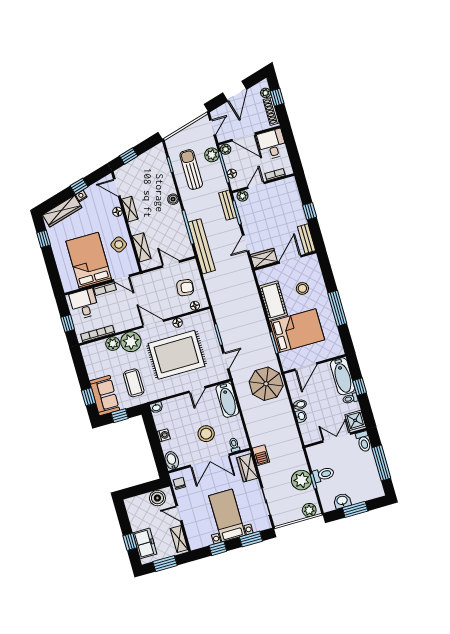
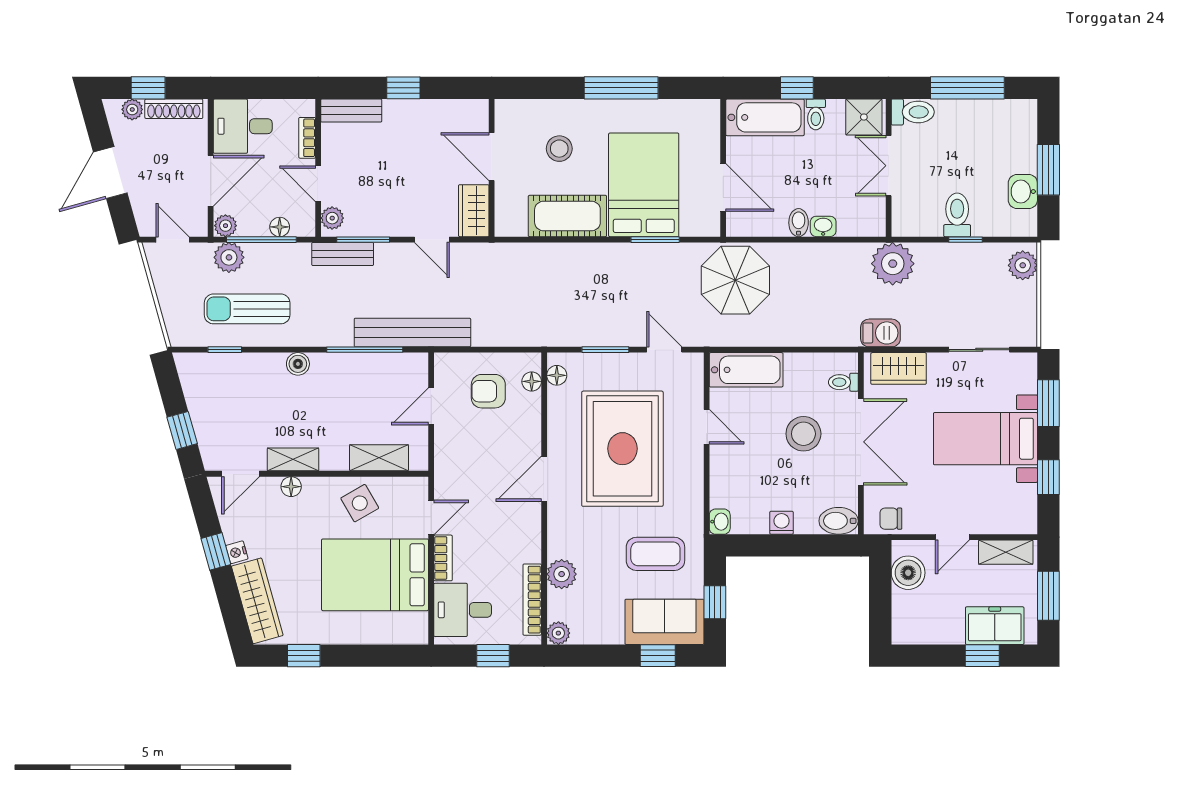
door: (235, 91) -> (110, 173), swing flipped
bench: (307, 239) -> (351, 111), moved
armchair: (185, 288) -> (488, 391), turned -98
floor lamp: (178, 323) -> (557, 375), moved
plant: (131, 342) -> (558, 633), moved, width x0.53, depth x0.53
plant: (301, 480) -> (893, 264), moved

